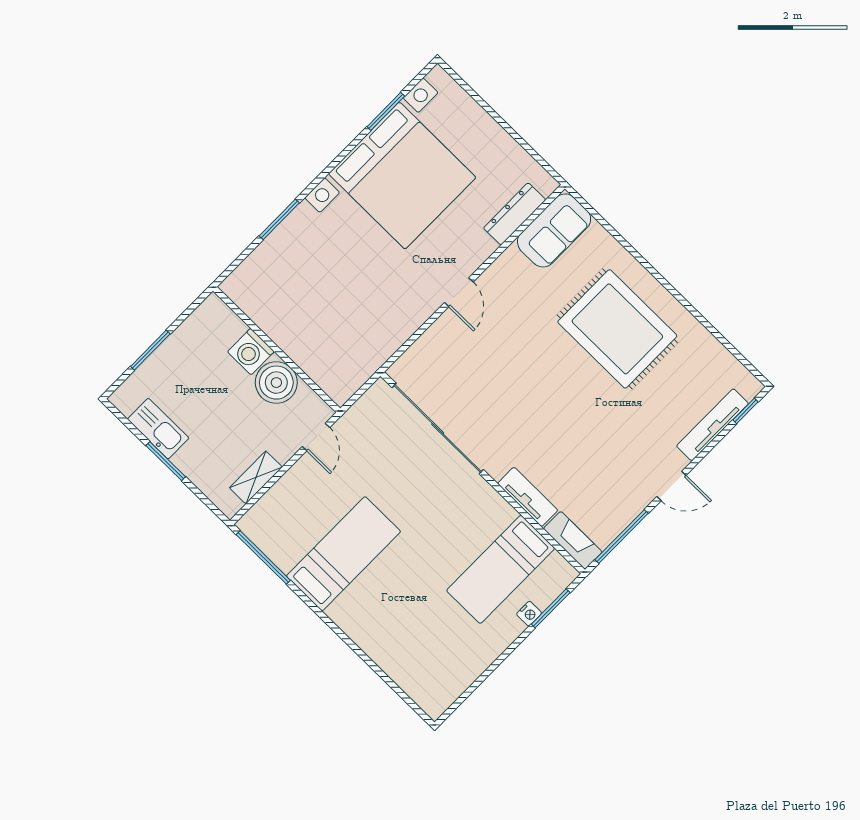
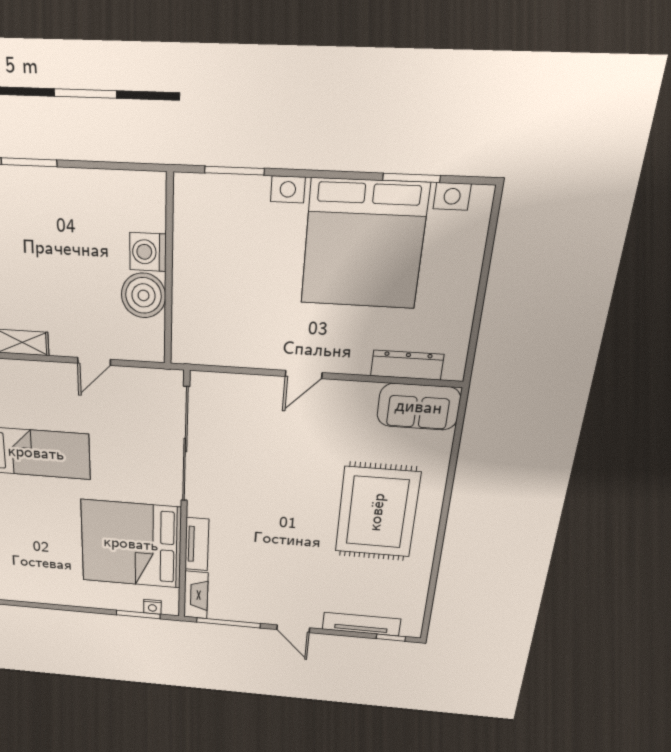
wall: (277, 350) -> (169, 272), moved
washing machine: (251, 352) -> (148, 252), moved
boiler: (276, 383) -> (143, 295), moved
bed: (501, 569) -> (131, 544), width x2.04
nightstand: (529, 614) -> (152, 607), moved

